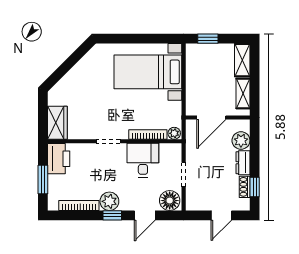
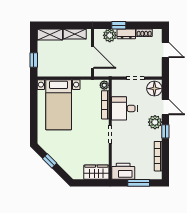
window: (73, 60) -> (50, 161), added
window: (255, 187) -> (119, 25), moved
plant: (109, 201) -> (155, 122), moved

